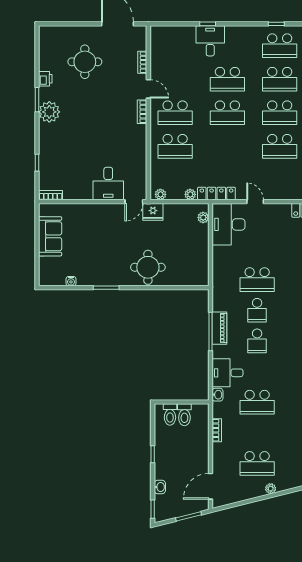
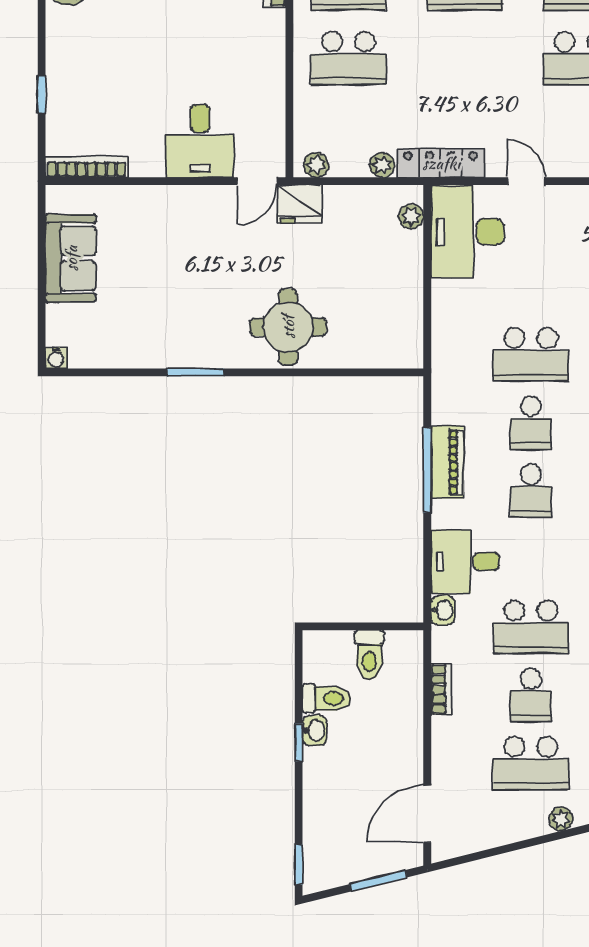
bookcase: (51, 195) -> (87, 167), width x1.56
water cooler: (71, 281) -> (56, 358), moved
toilet: (170, 414) -> (327, 698), moved, turned -90
school desk: (257, 433) -> (531, 695), added
washbasin: (160, 487) -> (315, 731), moved

